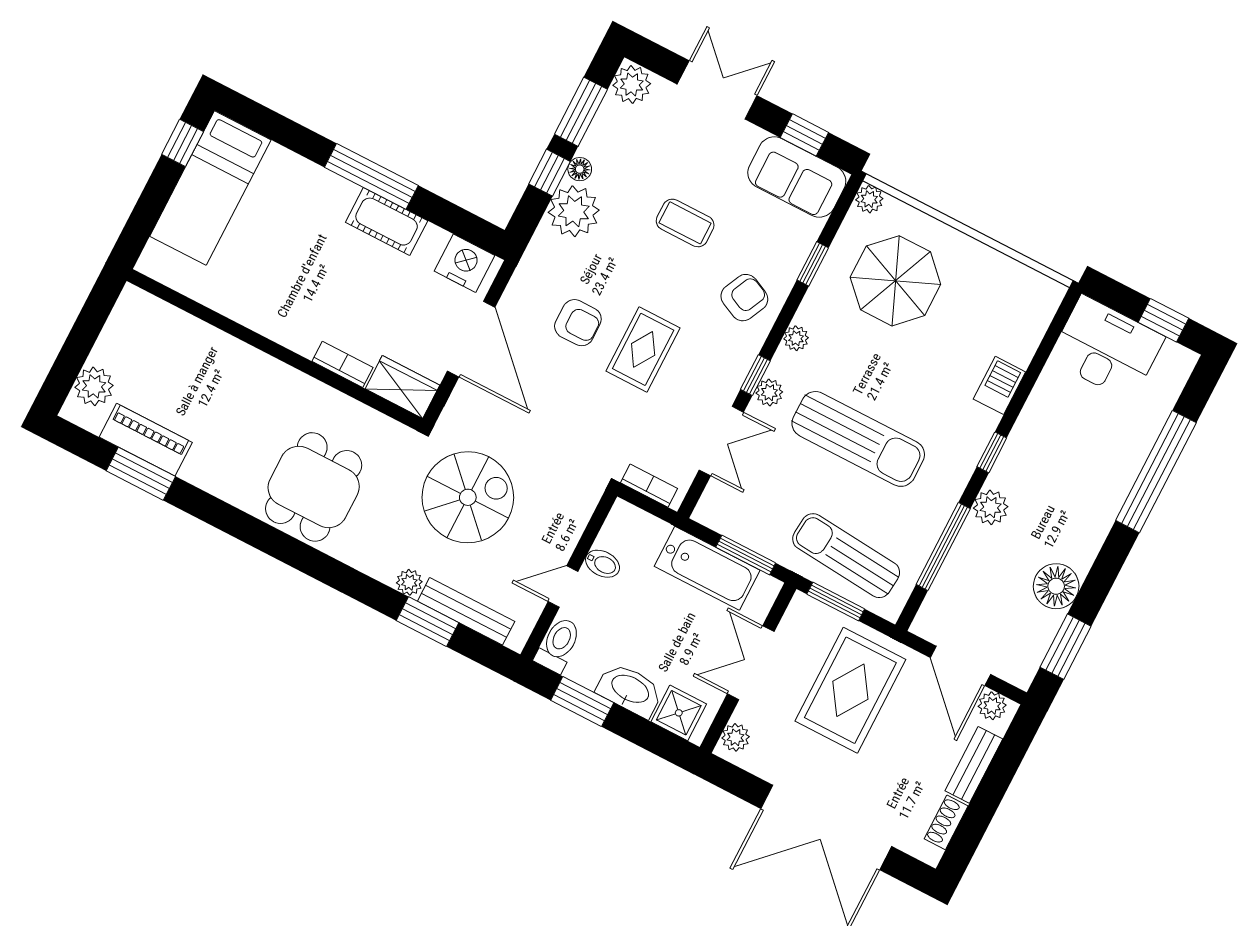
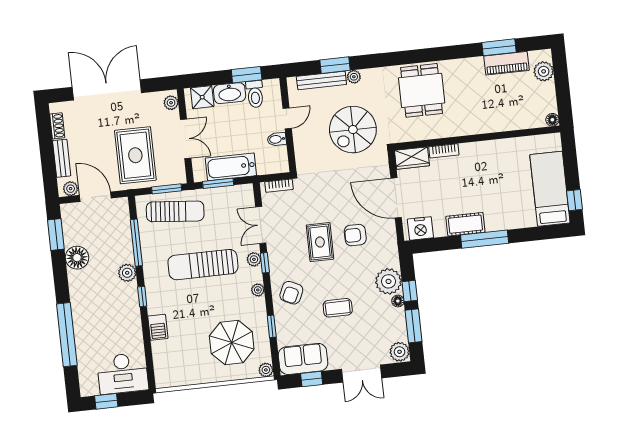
floor lamp: (132, 298) -> (552, 120), added
toilet: (558, 645) -> (255, 94), moved

